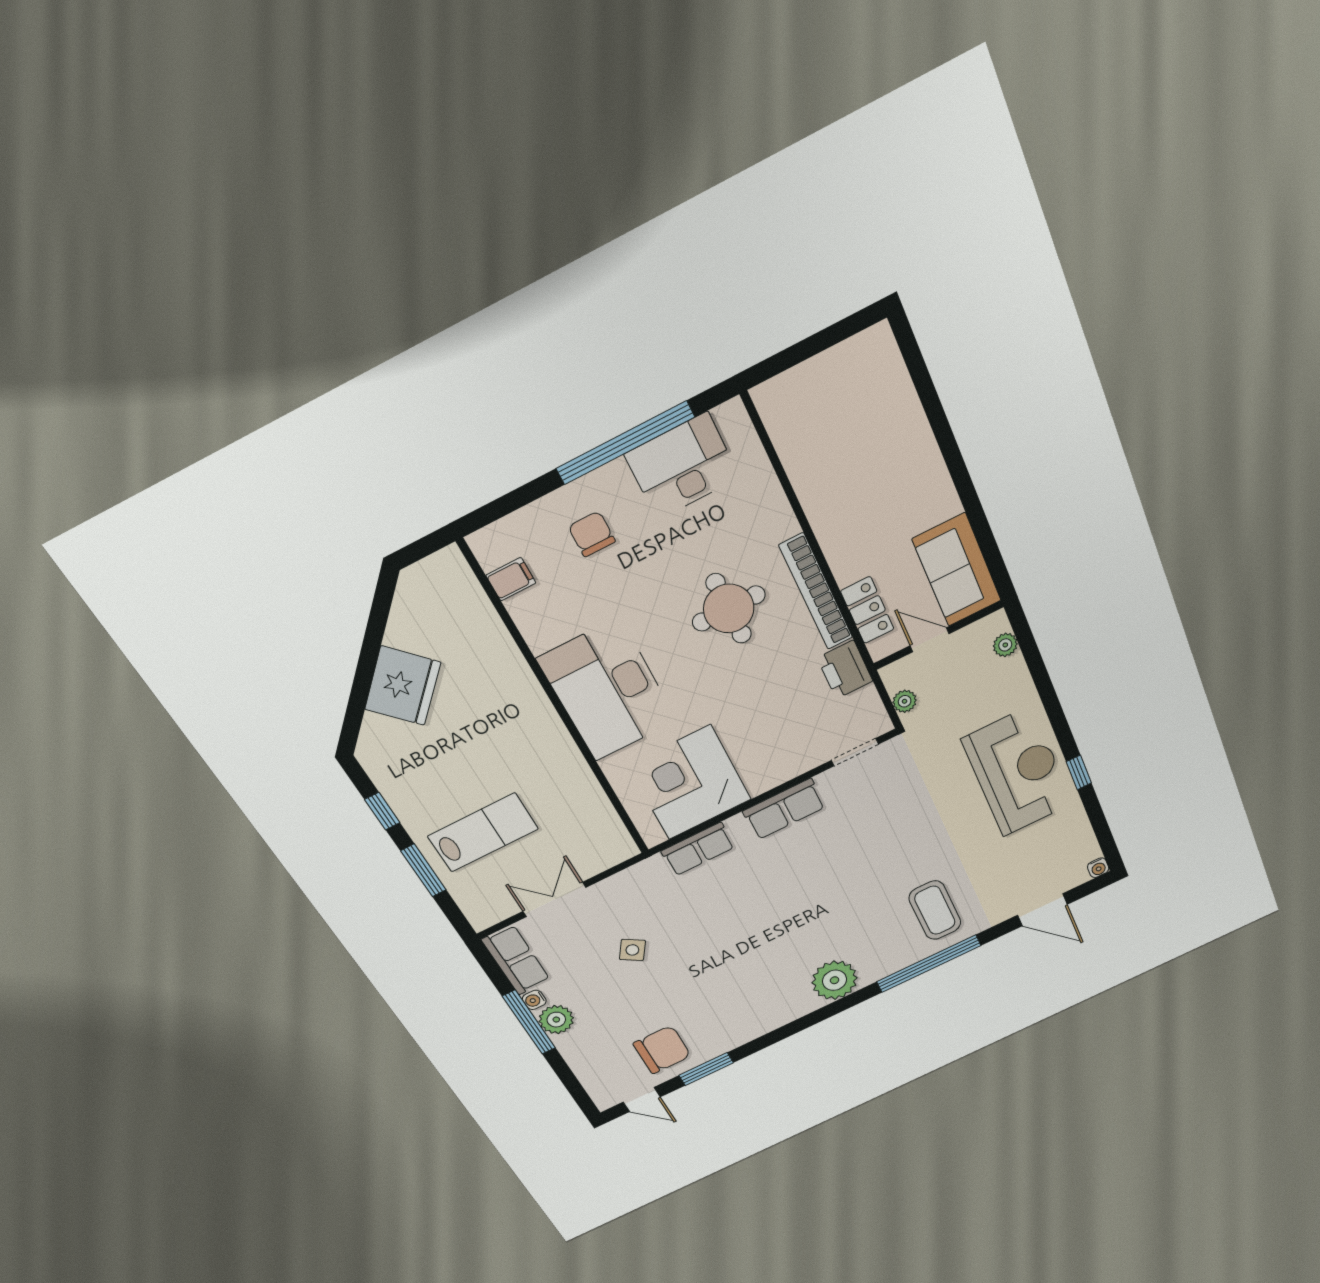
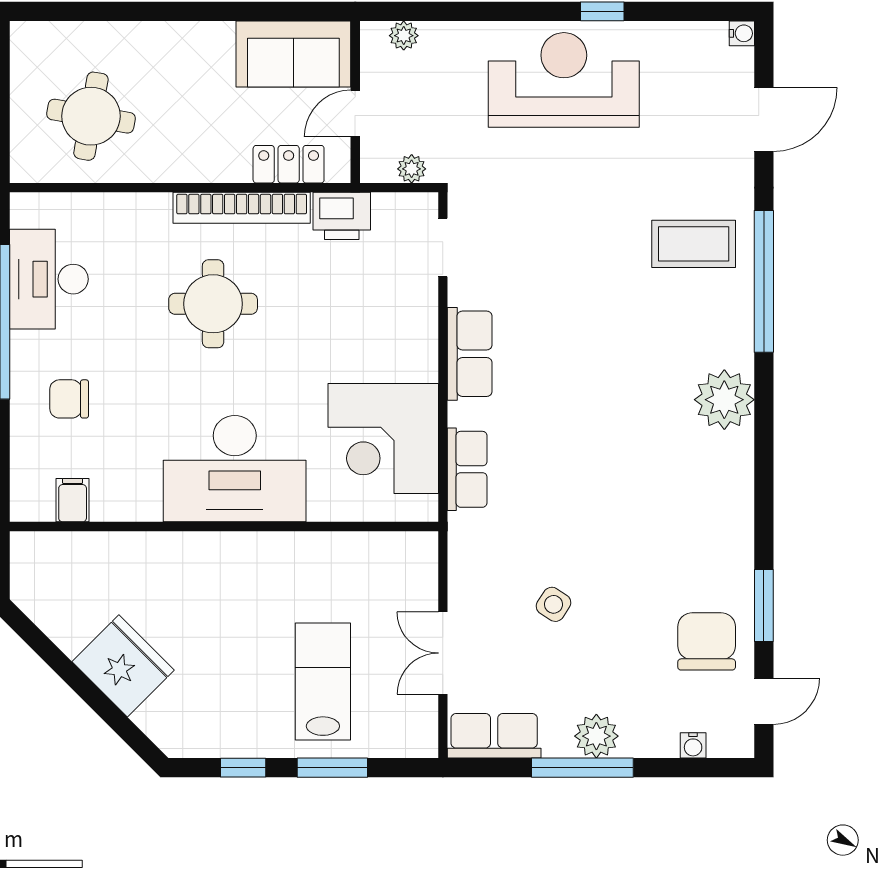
round table: (836, 432) -> (91, 116), added
water cooler: (534, 1000) -> (693, 745), moved

